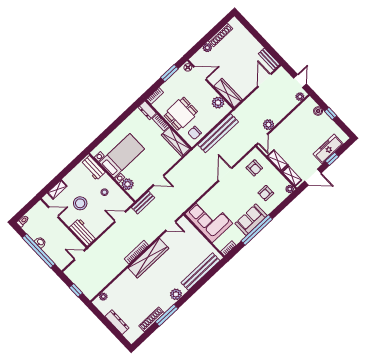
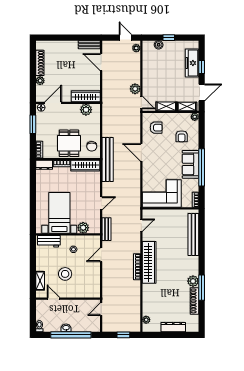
bench: (218, 133) -> (108, 159), moved
door: (53, 212) -> (53, 299), hinge flipped
workbench: (83, 232) -> (87, 291), removed
plant: (176, 294) -> (193, 281), moved

